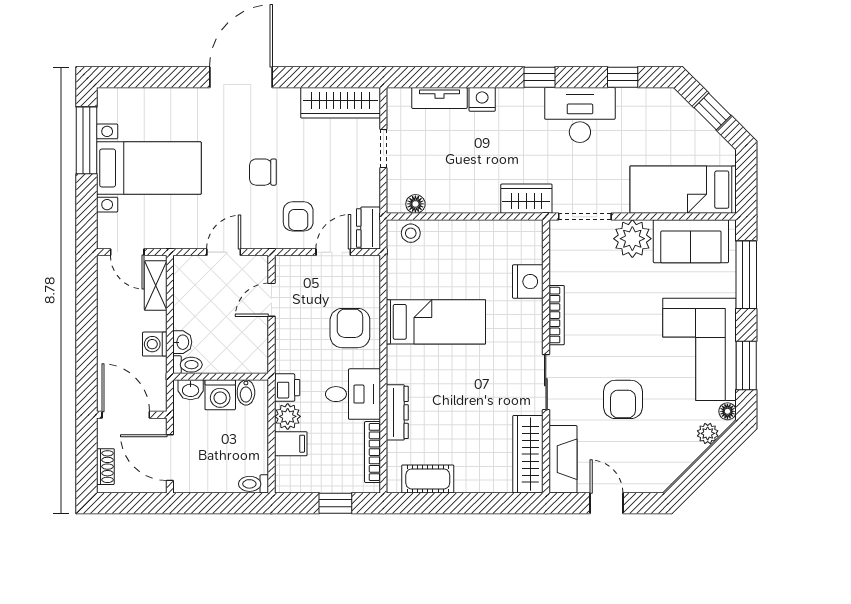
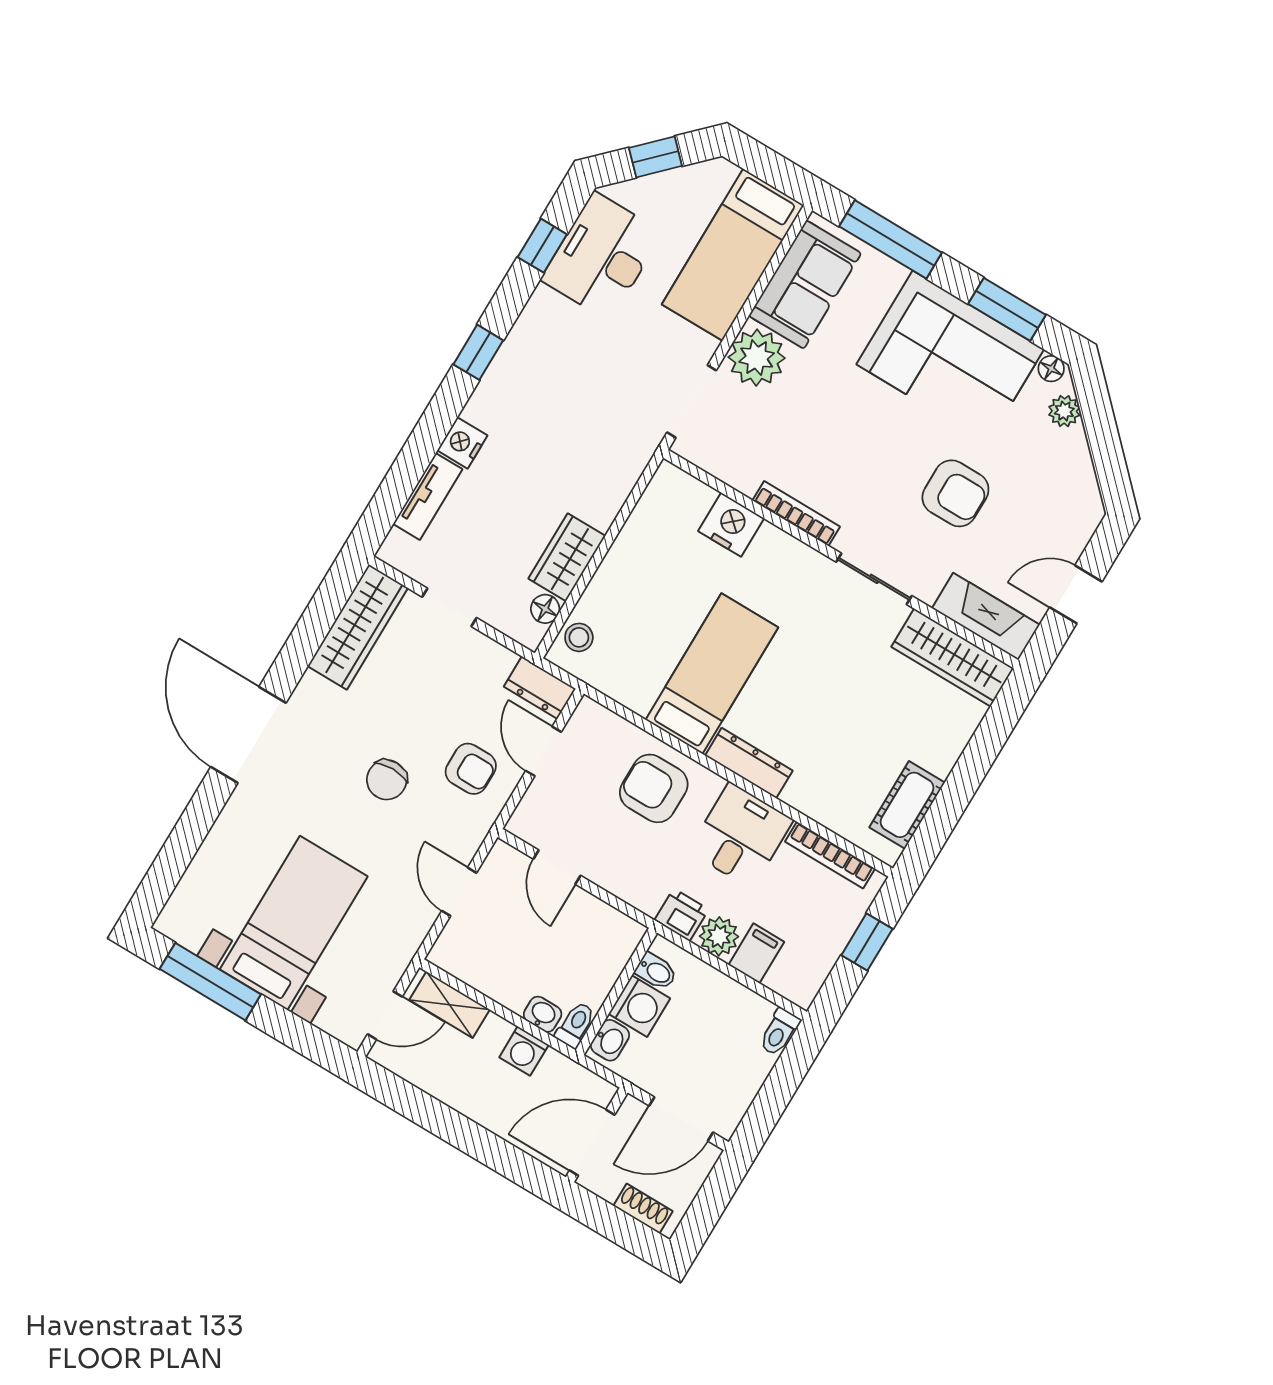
desk: (580, 115) -> (602, 256), moved
wardrobe: (526, 199) -> (567, 557), moved
dresser: (397, 412) -> (749, 763), moved

